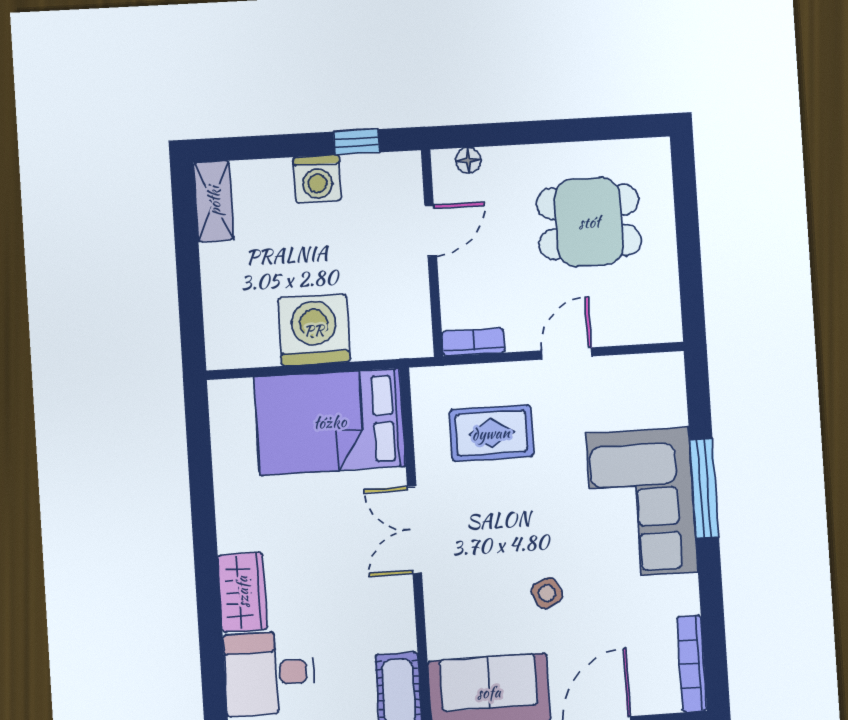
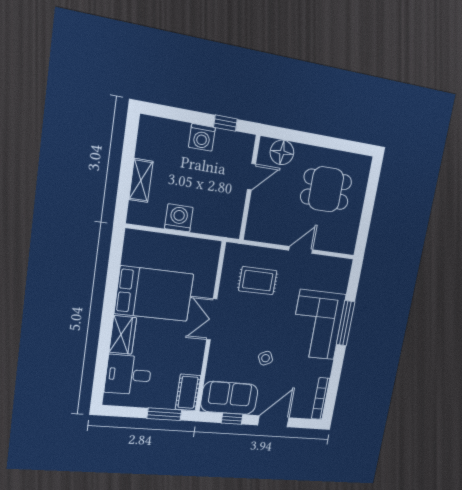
floor lamp: (468, 160) -> (282, 152), width x1.89, depth x1.89
shelving: (214, 201) -> (141, 181), moved
washing machine: (314, 330) -> (179, 218), width x0.73, depth x0.73
bookcase: (473, 342) -> (259, 236), removed
bed: (330, 422) -> (154, 294), moved, turned 180

